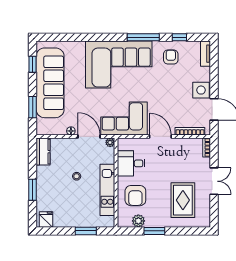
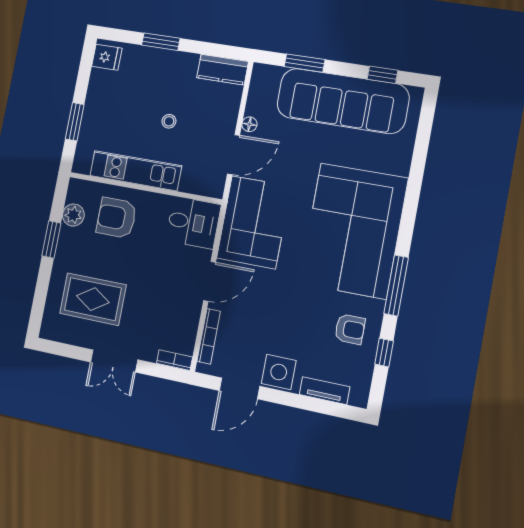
tv unit: (206, 54) -> (325, 391), moved
plant: (110, 142) -> (216, 190), removed
desk: (131, 163) -> (193, 223), moved, turned 90

